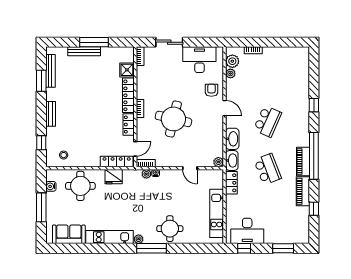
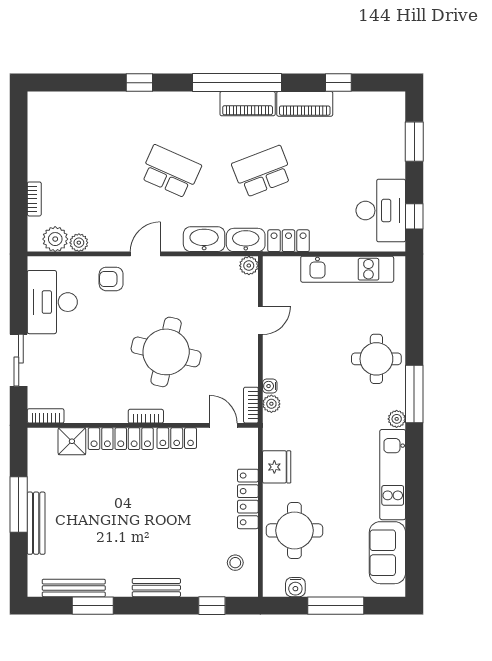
locker: (117, 162) -> (248, 499), moved

